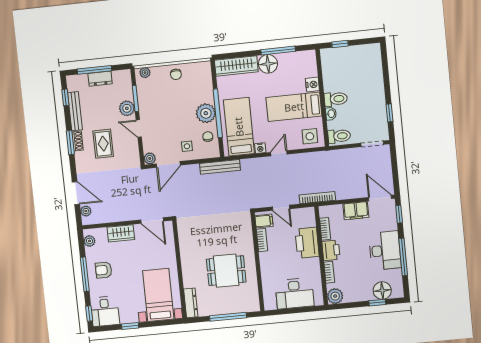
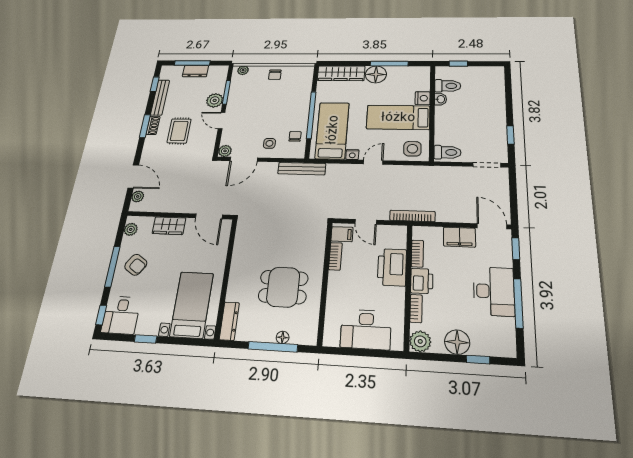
toilet: (336, 99) -> (448, 86), moved
plant: (206, 113) -> (298, 114), removed
washbasin: (331, 114) -> (440, 99), moved
armchair: (104, 270) -> (136, 265), turned -147
floor lamp: (382, 291) -> (457, 342), moved
floor lamp: (234, 309) -> (283, 337), added

